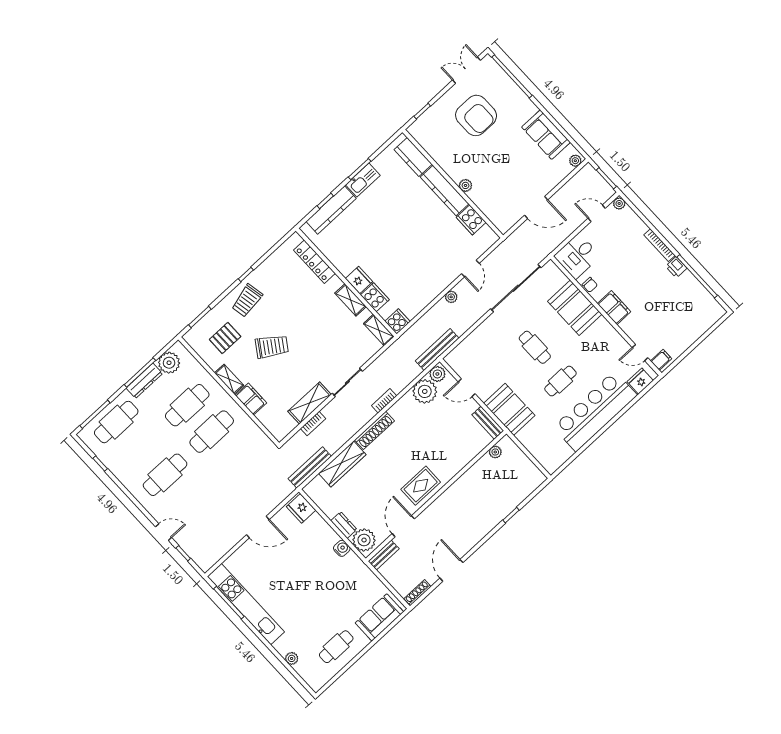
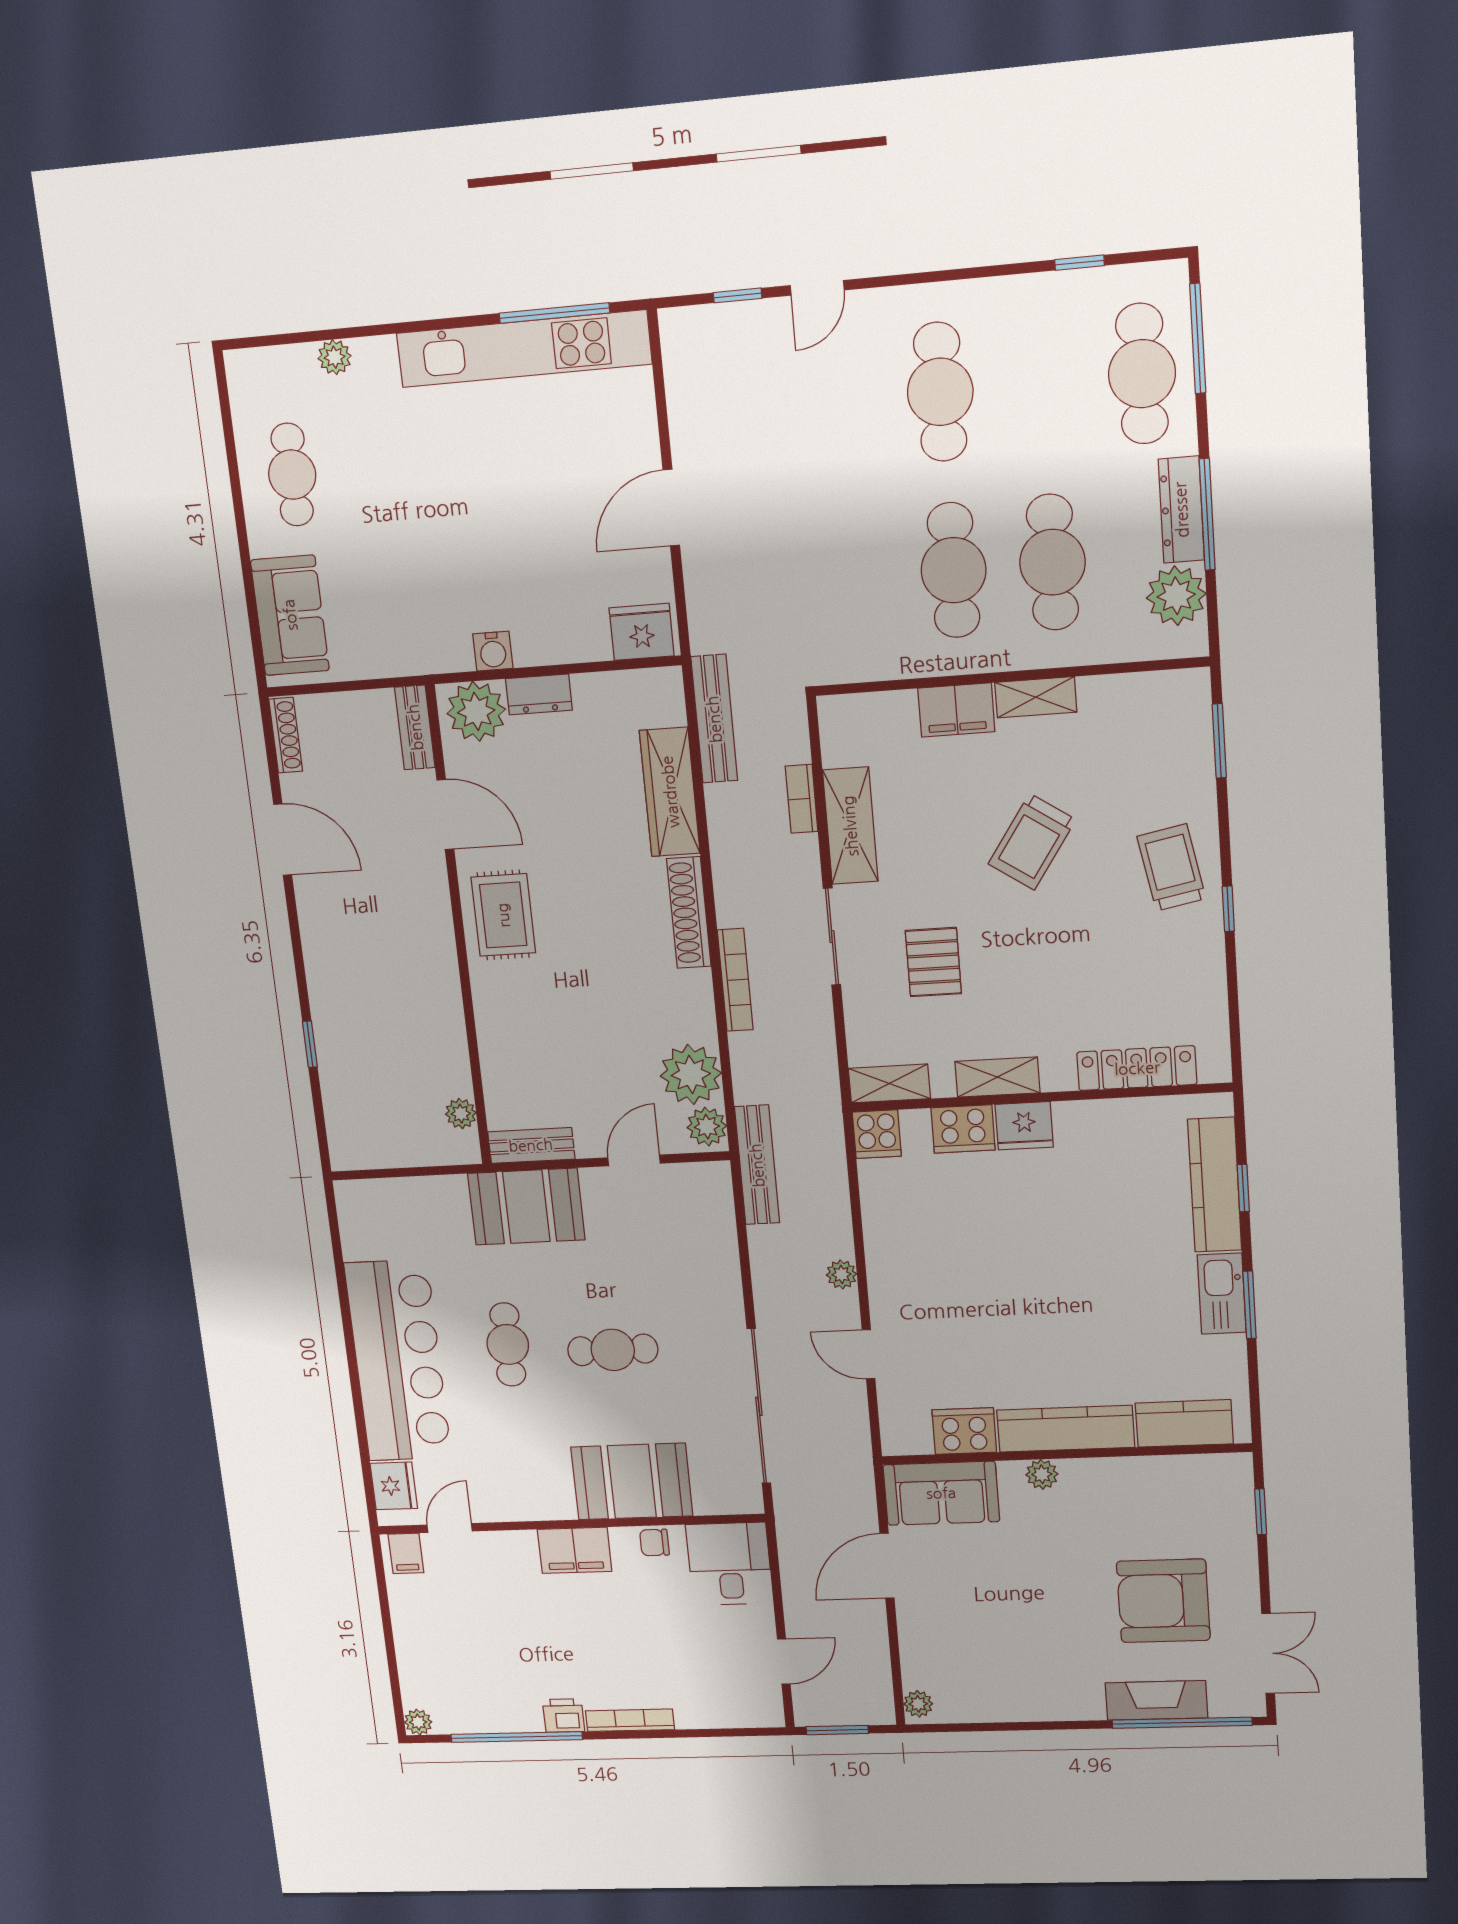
fireplace: (511, 90) -> (1156, 1700), added
sofa: (546, 135) -> (941, 1493), moved, turned 180
plant: (619, 203) -> (418, 1722), moved
pallet: (225, 338) -> (933, 962), moved
bookcase: (384, 401) -> (735, 980), width x1.56

